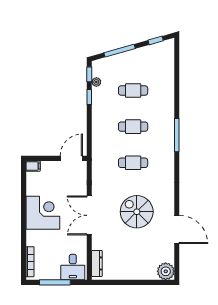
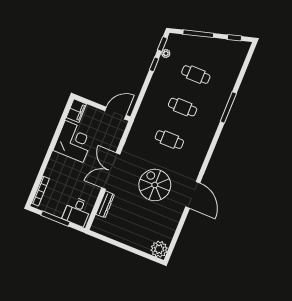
window: (177, 135) -> (228, 107), moved
filing cabinet: (33, 166) -> (76, 111), width x2.00
corner desk: (43, 213) -> (74, 141), moved
door: (177, 229) -> (193, 195), moved
dresser: (97, 263) -> (105, 204), moved

